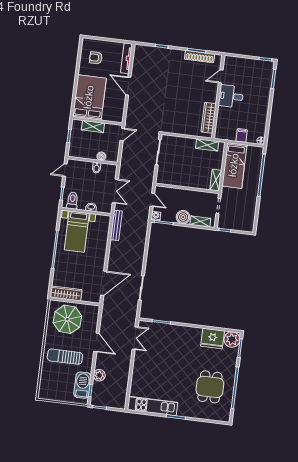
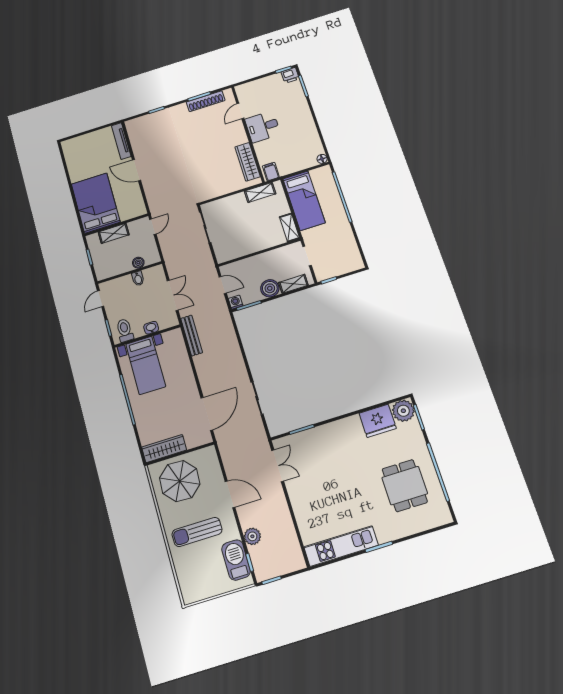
armchair: (96, 58) -> (85, 157), removed
printer: (268, 66) -> (290, 75), added
filing cabinet: (242, 135) -> (271, 172), moved

